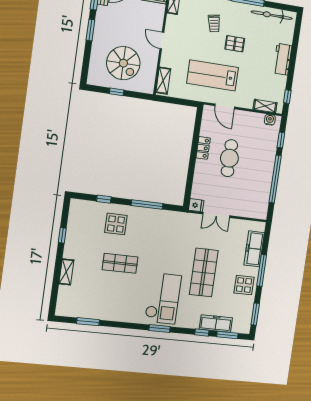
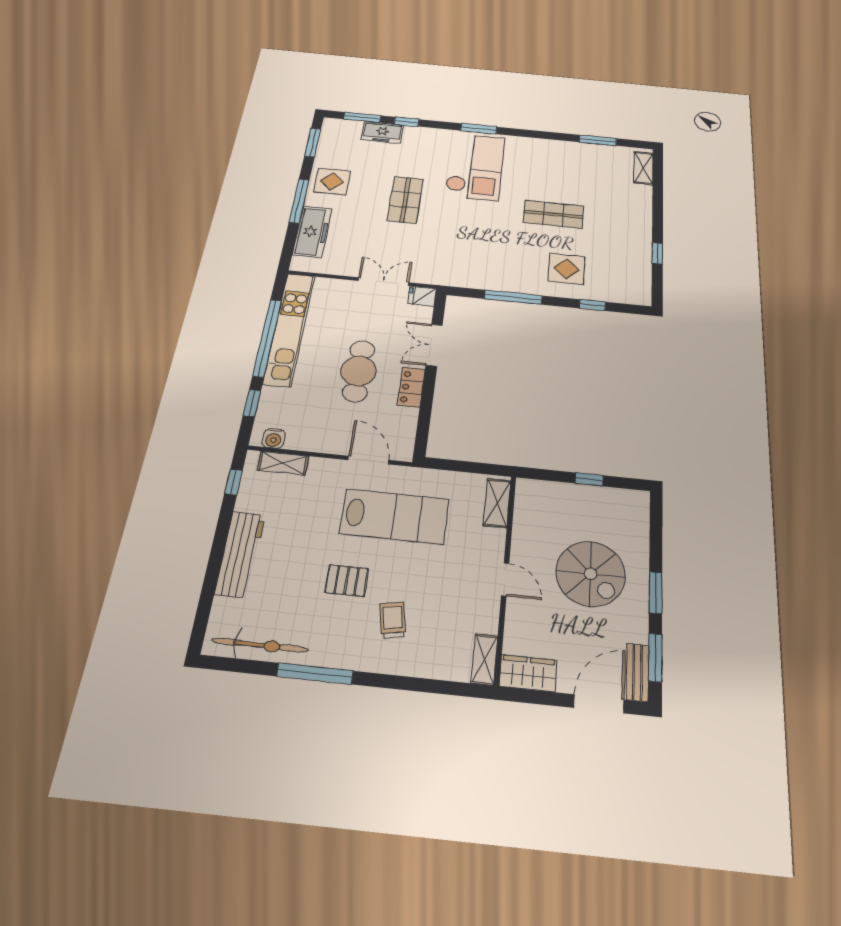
workbench: (282, 59) -> (240, 554), width x1.38
spiral stairs: (123, 63) -> (591, 574), moved, turned 180
double door: (191, 174) -> (434, 345), added
kitchen unit: (264, 184) -> (289, 329), added
shelving: (66, 272) -> (643, 168), moved
shop shelf: (204, 272) -> (405, 200), width x0.70, depth x0.74
checkout: (163, 298) -> (475, 167), turned 180
freezer: (216, 323) -> (382, 132), width x0.71

